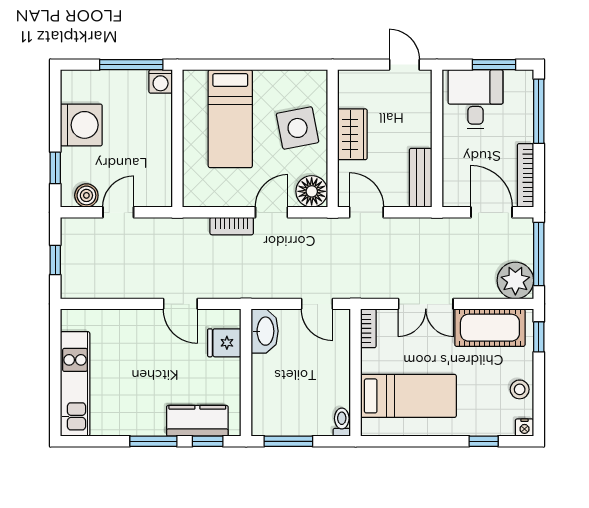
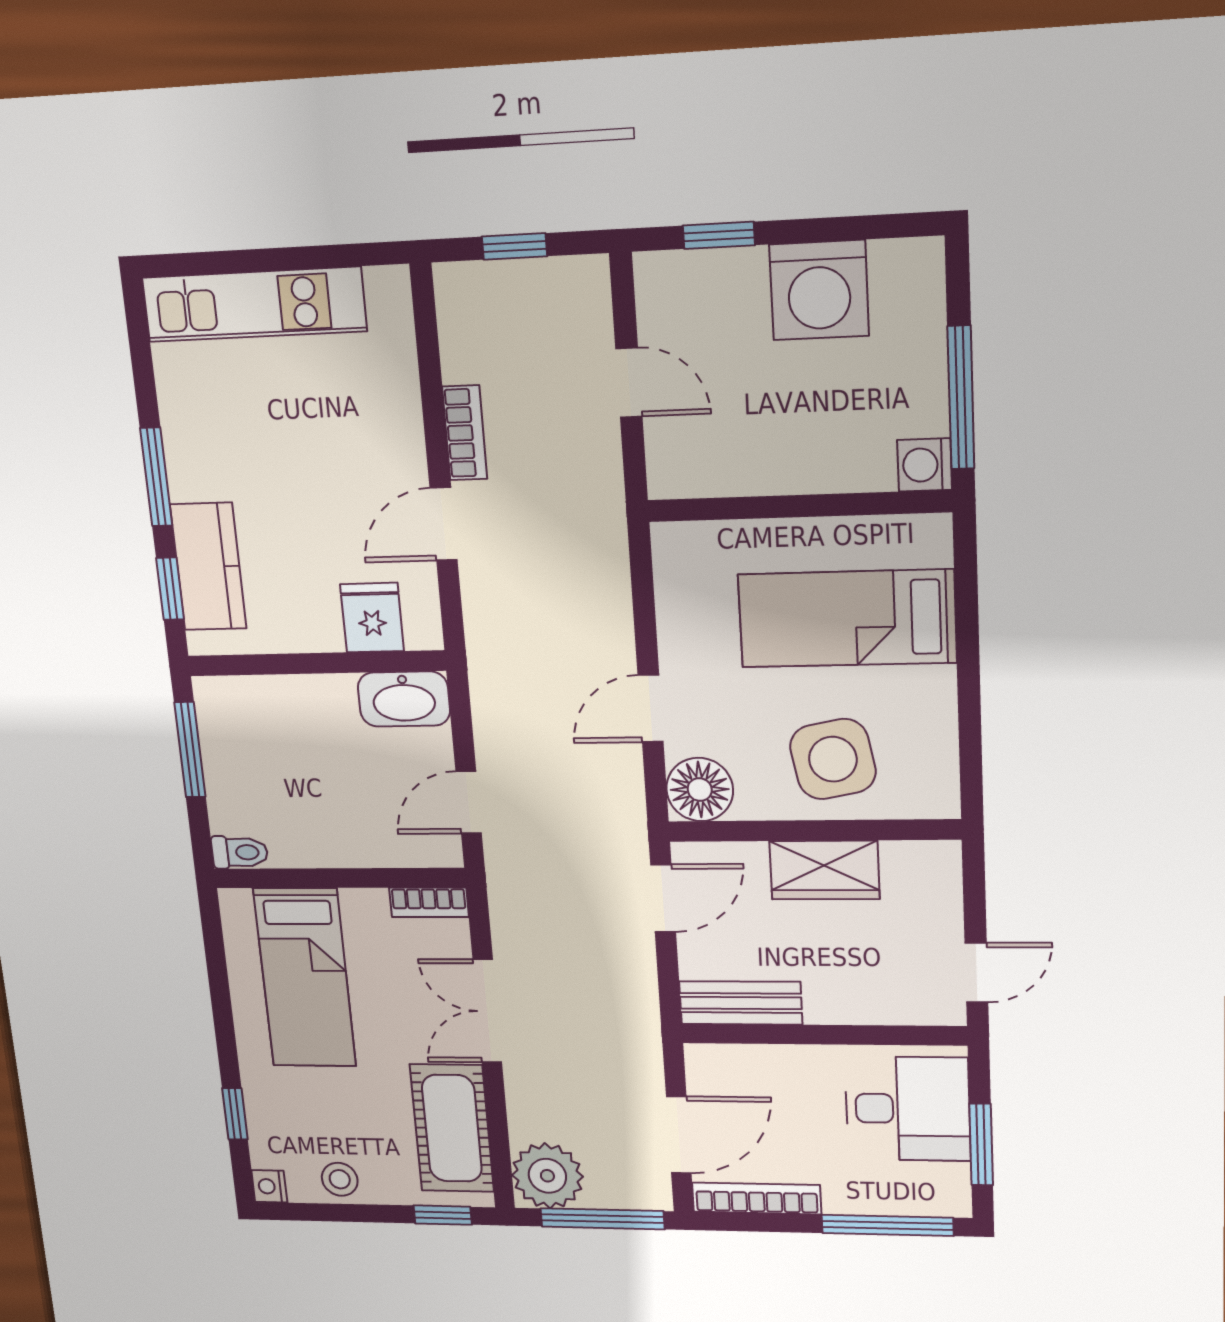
boiler: (86, 195) -> (661, 310), removed
door: (271, 212) -> (651, 709), swing flipped
bookcase: (232, 226) -> (465, 433), moved, turned 180

